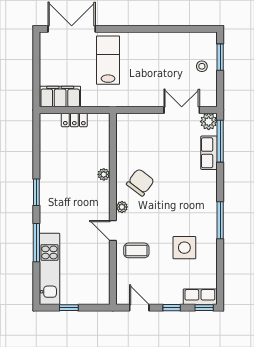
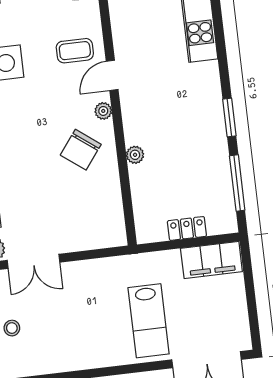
door: (113, 231) -> (112, 75), swing flipped
window: (36, 243) -> (237, 183), moved

